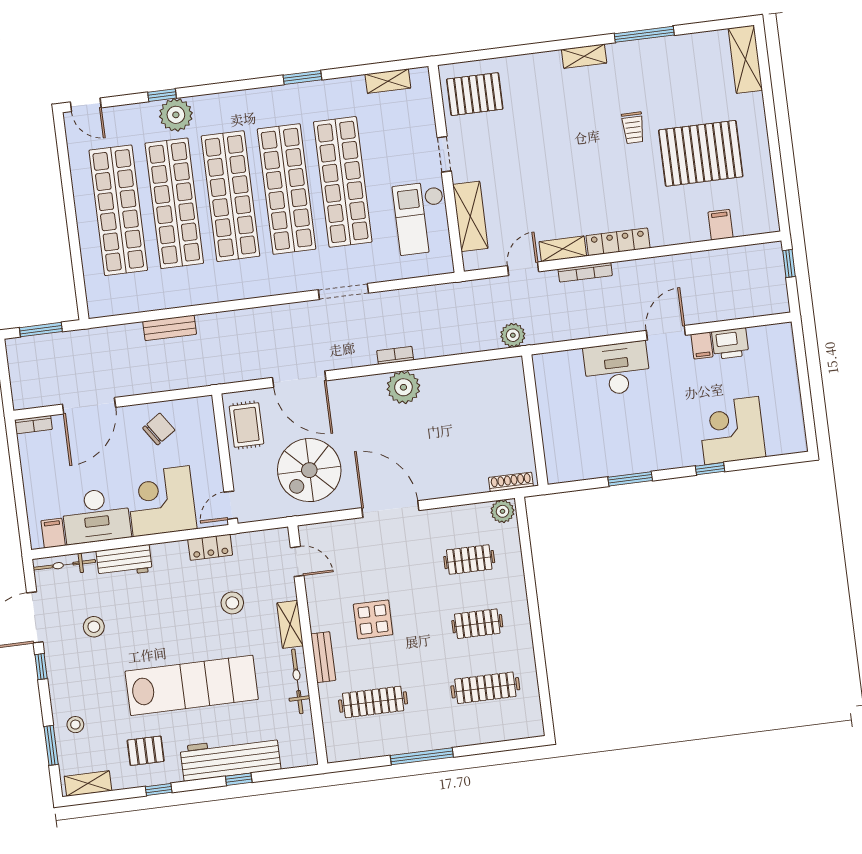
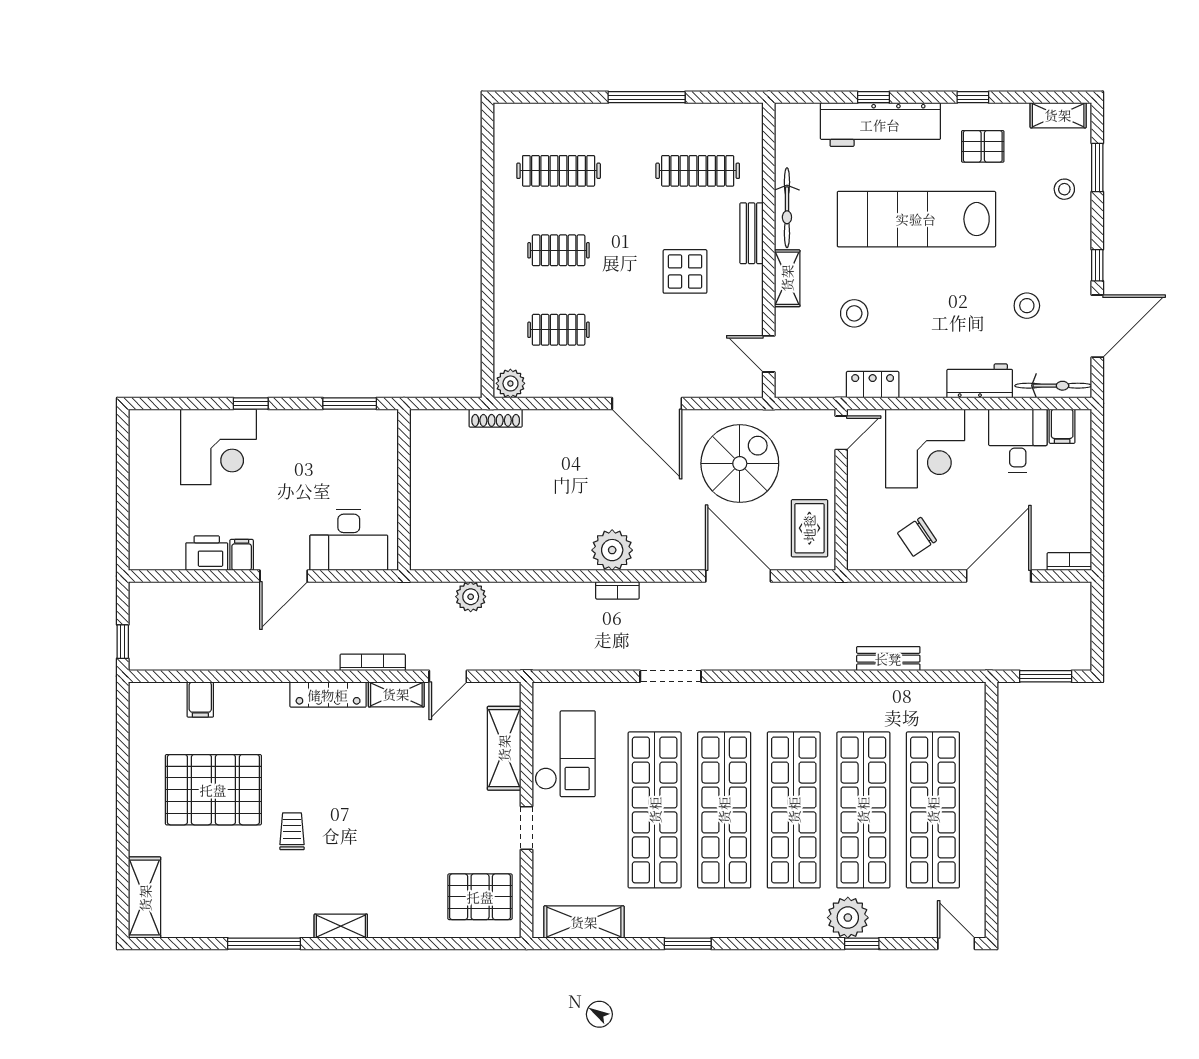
shelving: (388, 81) -> (584, 922), width x1.50, depth x1.33
wall: (535, 420) -> (404, 490), moved
desk: (96, 516) -> (1018, 441), width x0.73

